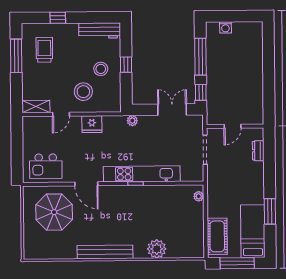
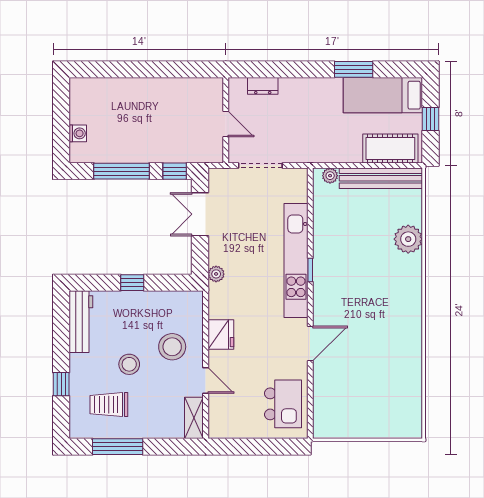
stool: (101, 69) -> (129, 364), moved
parasol: (54, 212) -> (352, 392), removed
bench: (105, 252) -> (381, 178), moved, turned 90
window: (237, 263) -> (430, 119), width x0.46

